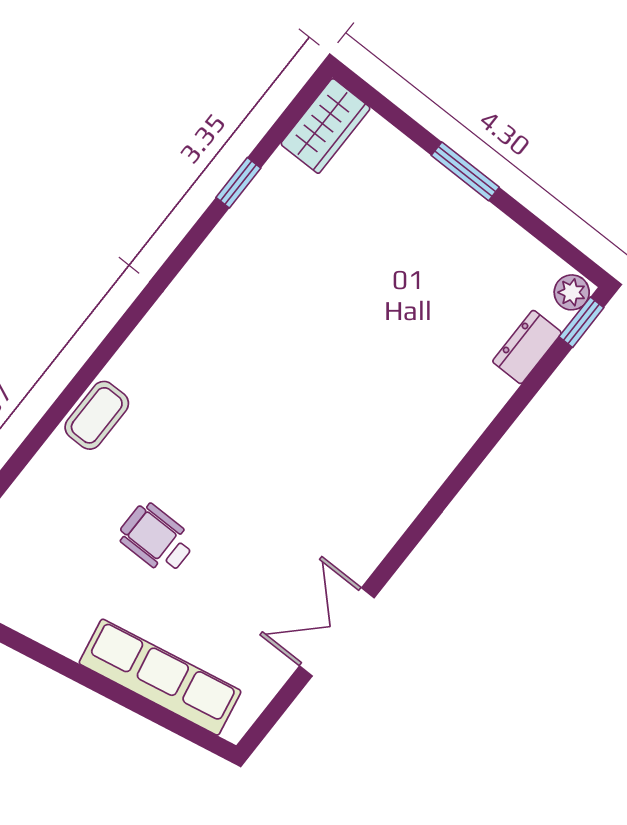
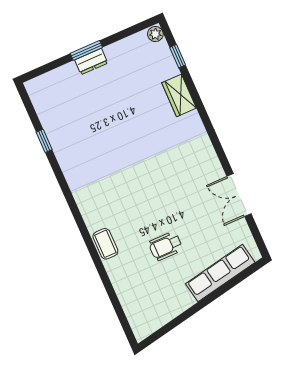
wardrobe: (326, 126) -> (179, 95), moved, turned 180
window: (581, 322) -> (178, 56), moved
dresser: (527, 347) -> (91, 61), moved, turned -90

